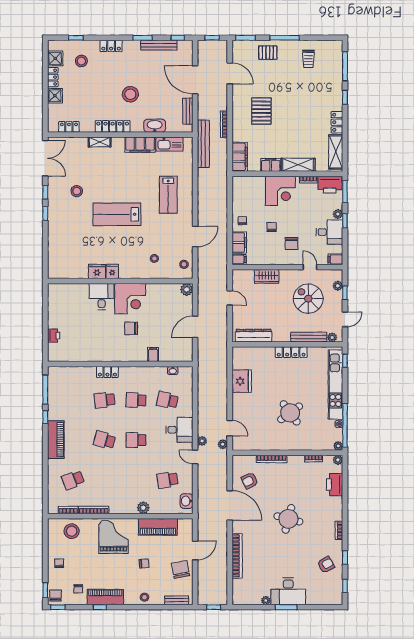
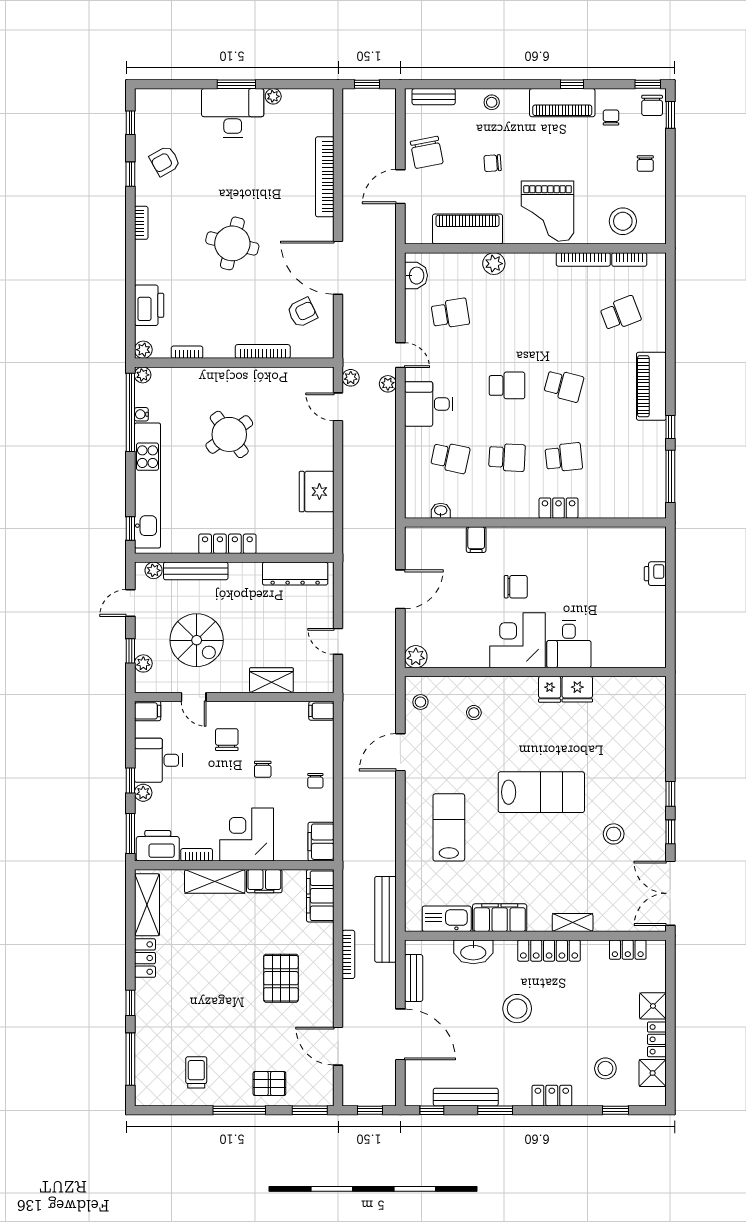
filing cabinet: (239, 242) -> (321, 842), moved

